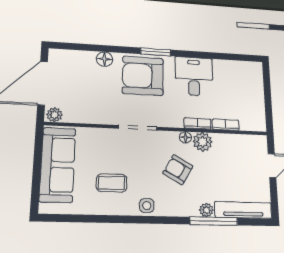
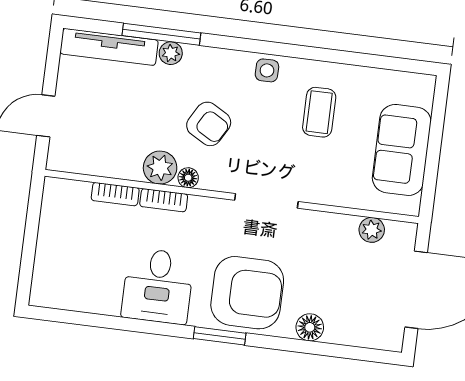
plant: (55, 115) -> (372, 230), moved
sofa: (58, 165) -> (402, 150), width x0.73
coffee table: (112, 183) -> (319, 112), turned 90

